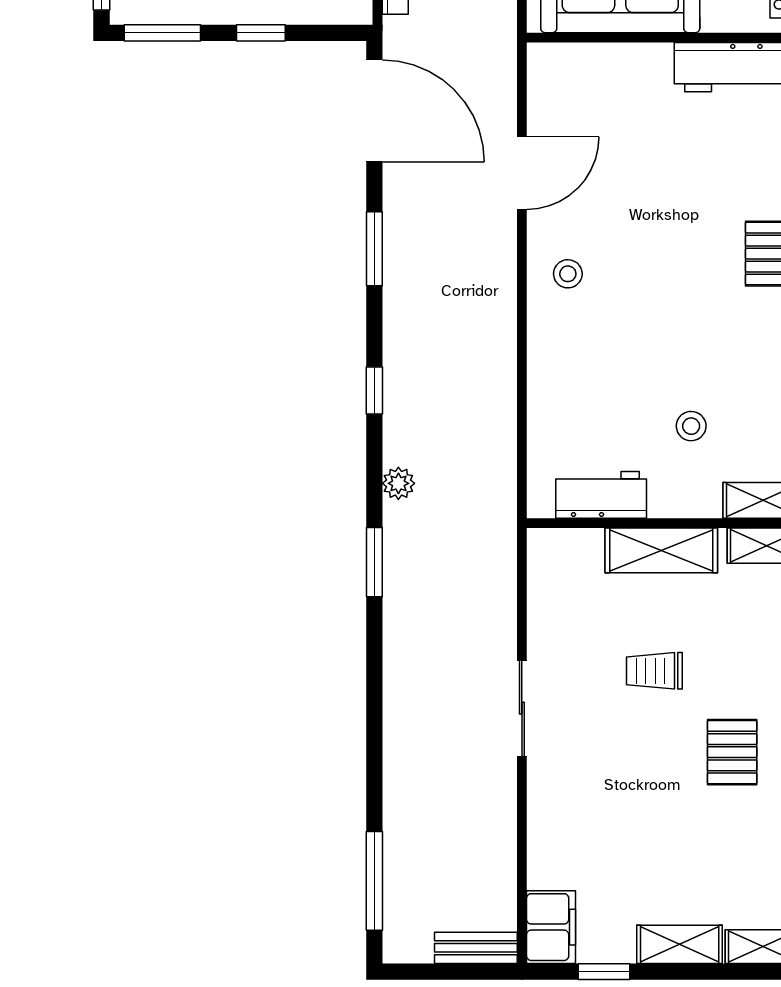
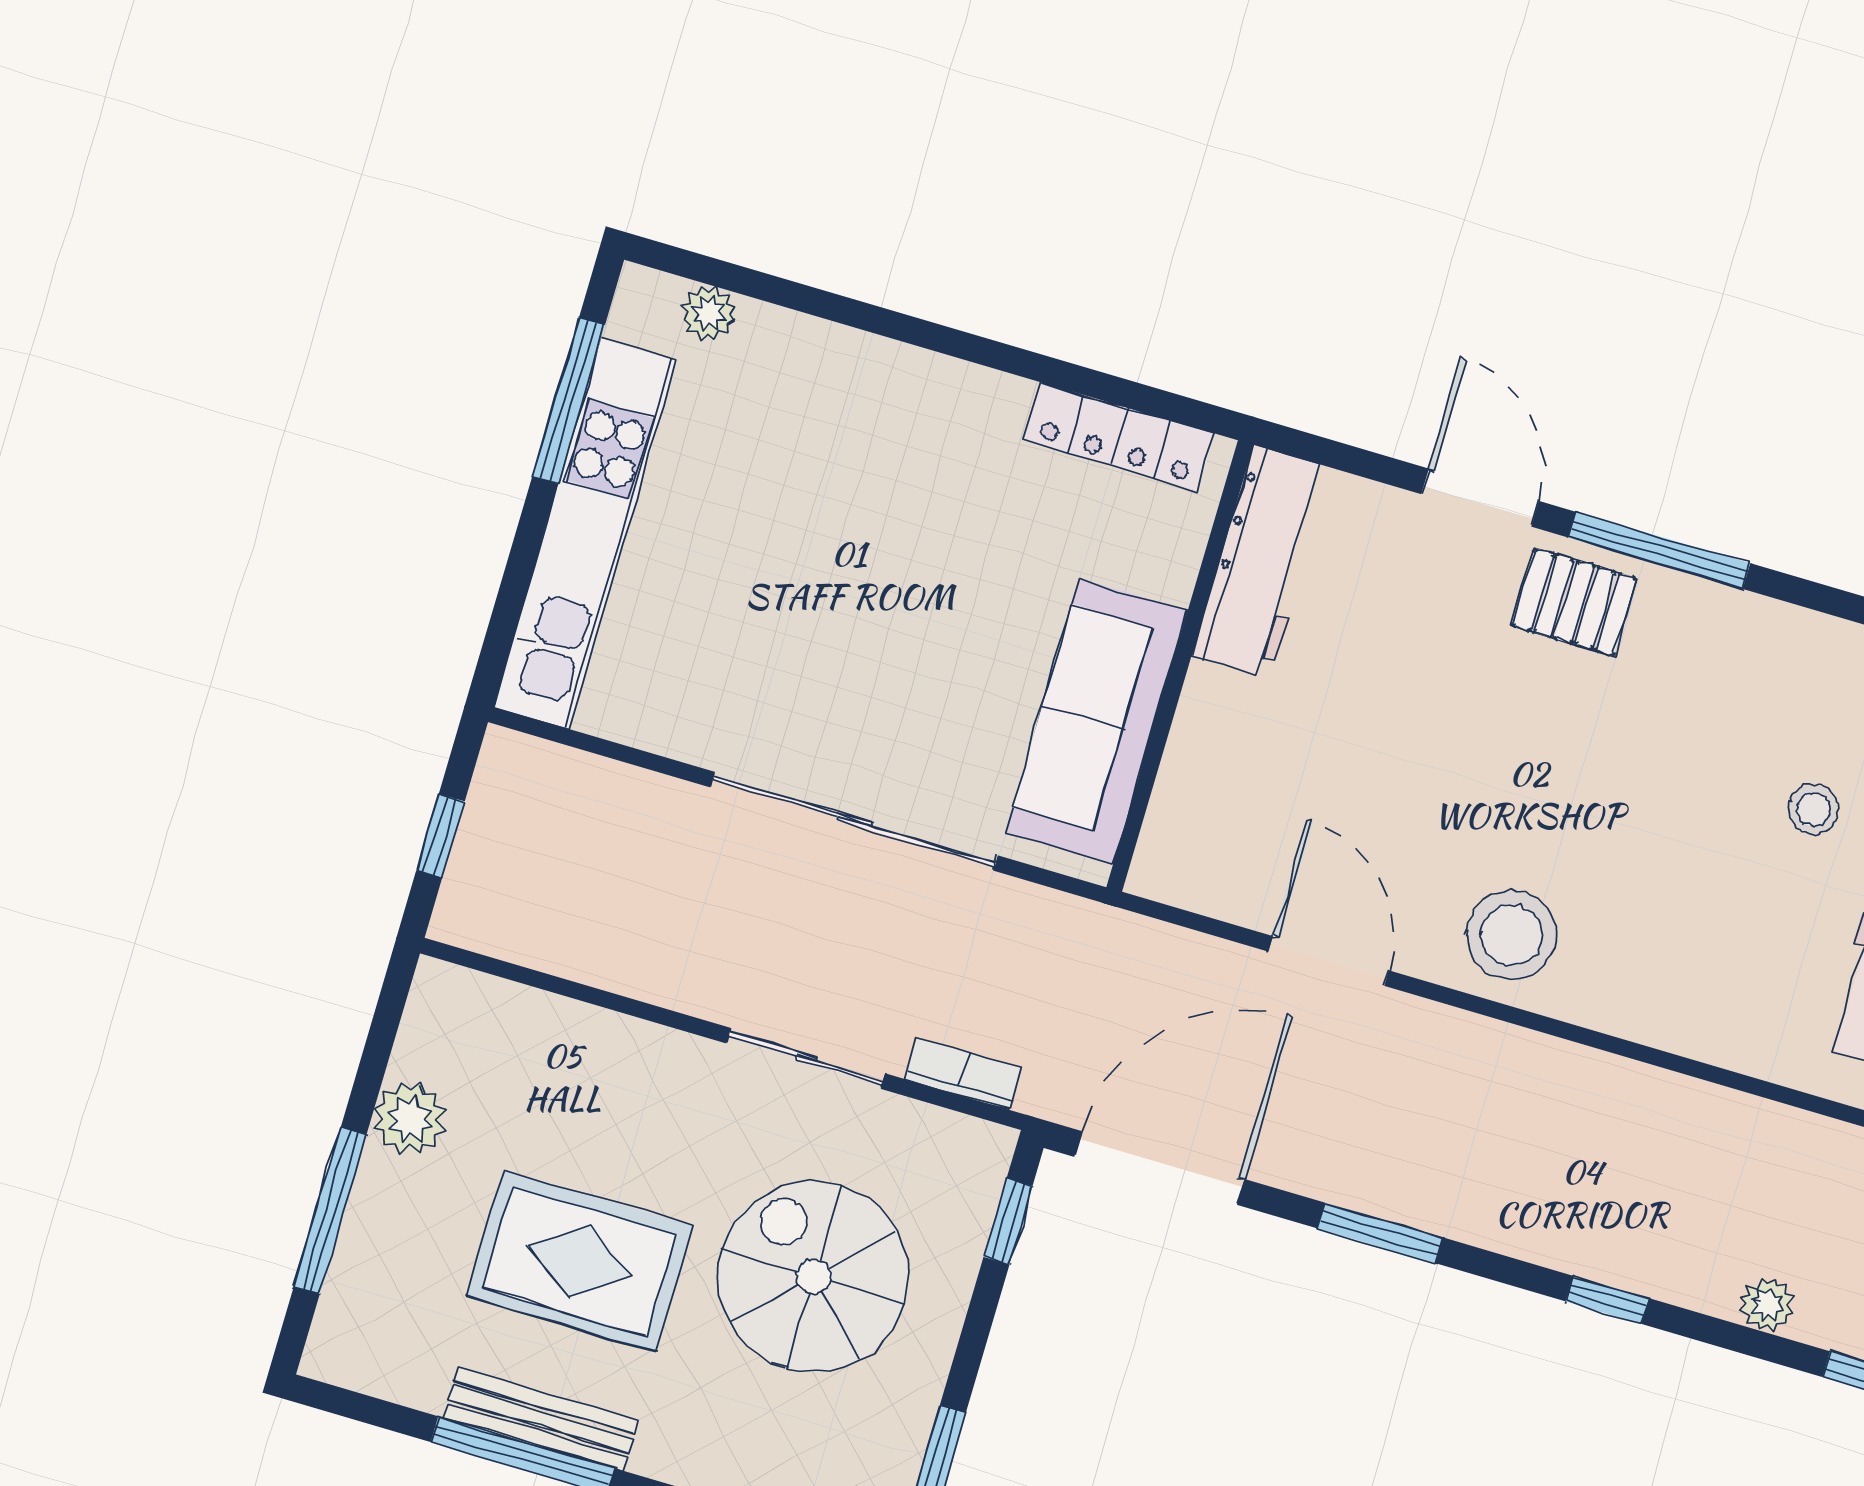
window: (261, 33) -> (1008, 1222), moved
stool: (568, 274) -> (1511, 935), width x1.89, depth x1.89

